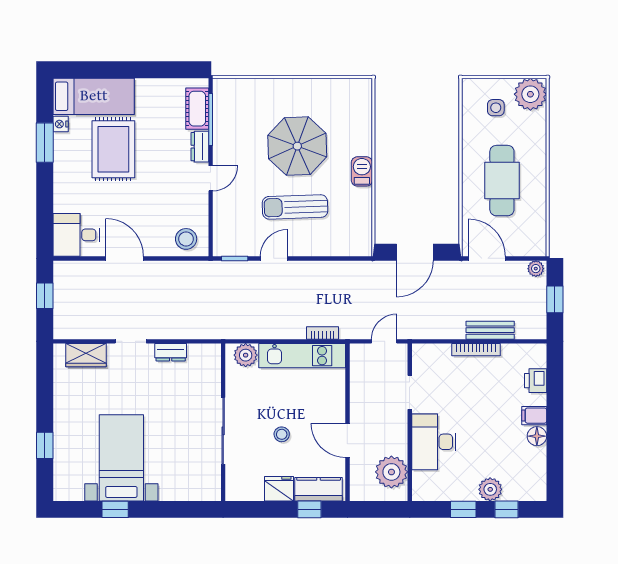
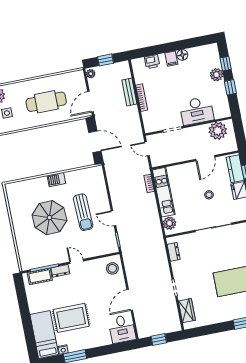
dresser: (171, 352) -> (174, 252), moved

